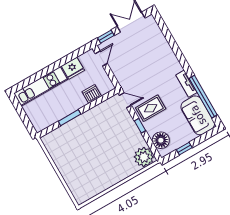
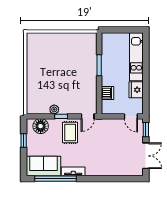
plant: (144, 157) -> (54, 109), moved, width x0.53, depth x0.53

